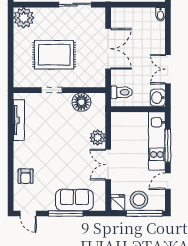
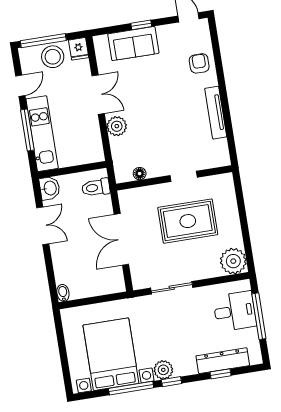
floor lamp: (81, 102) -> (140, 174), width x0.53, depth x0.53
tv unit: (19, 120) -> (216, 113), moved
window: (66, 213) -> (141, 25), width x0.46

